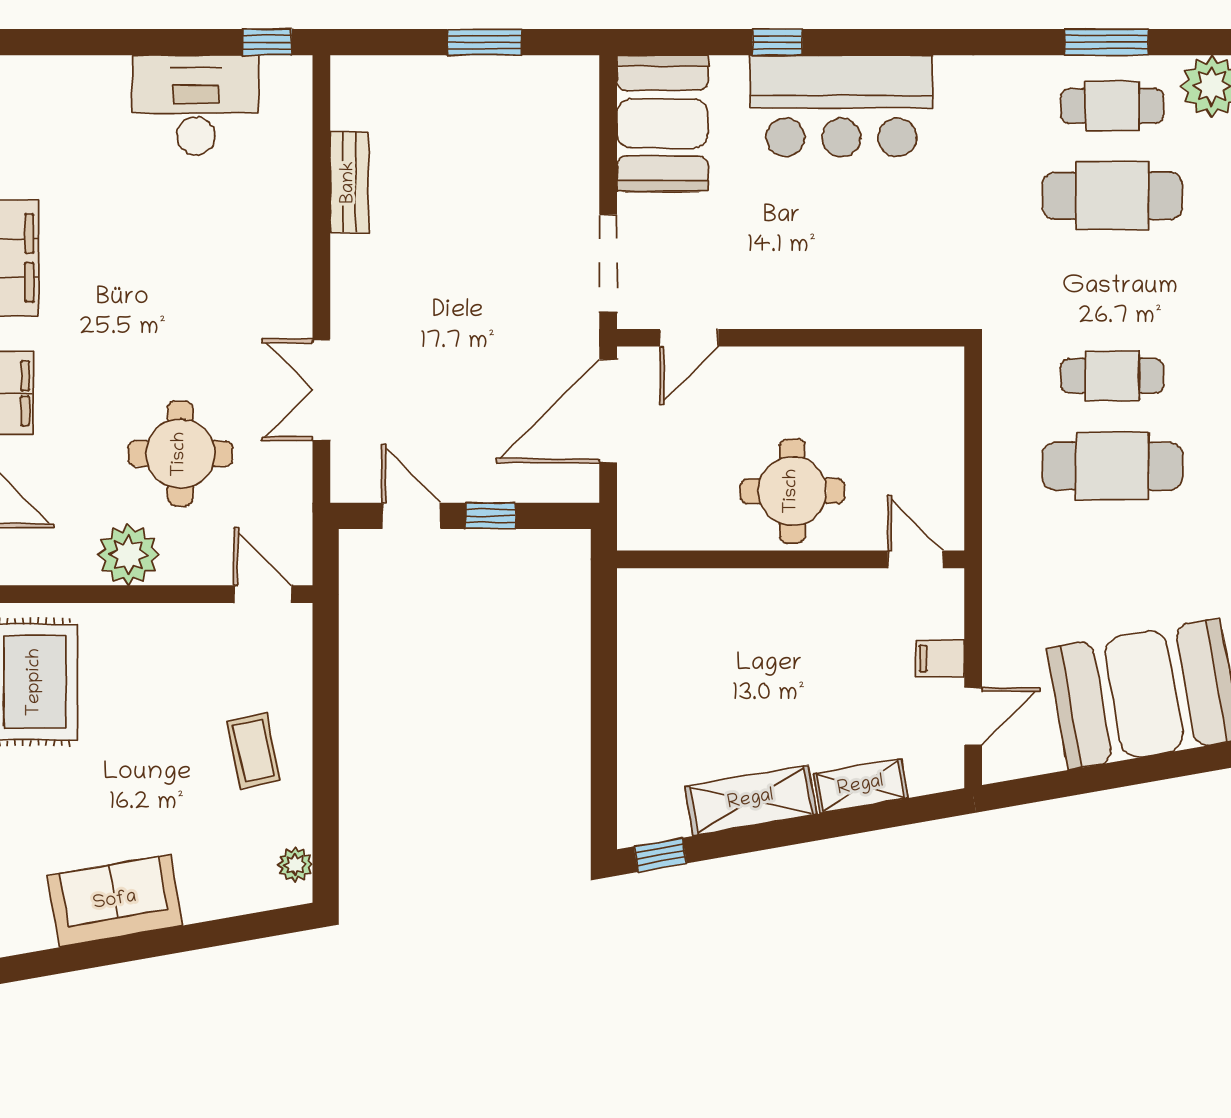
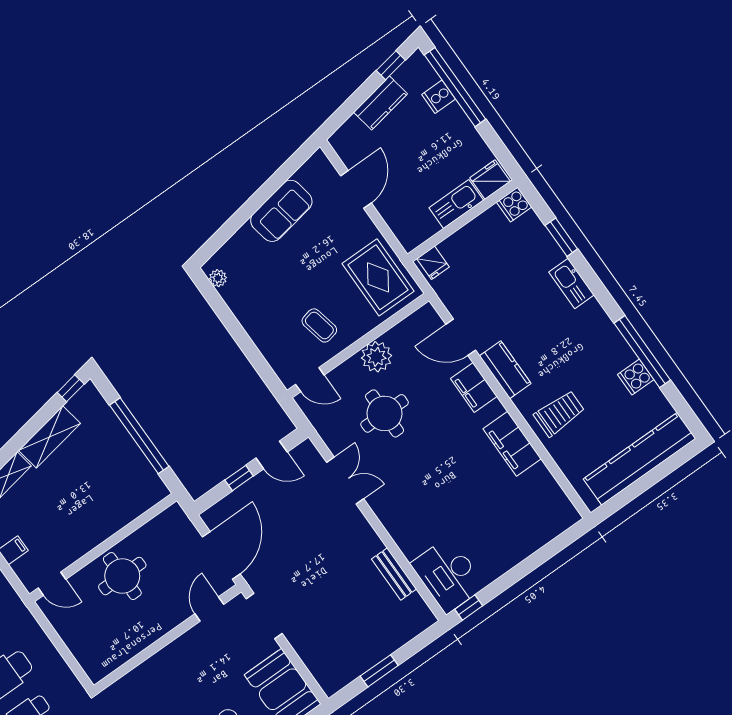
desk: (196, 105) -> (448, 575), moved, turned 90
window: (604, 699) -> (139, 436), added
coffee table: (254, 751) -> (319, 325), moved

